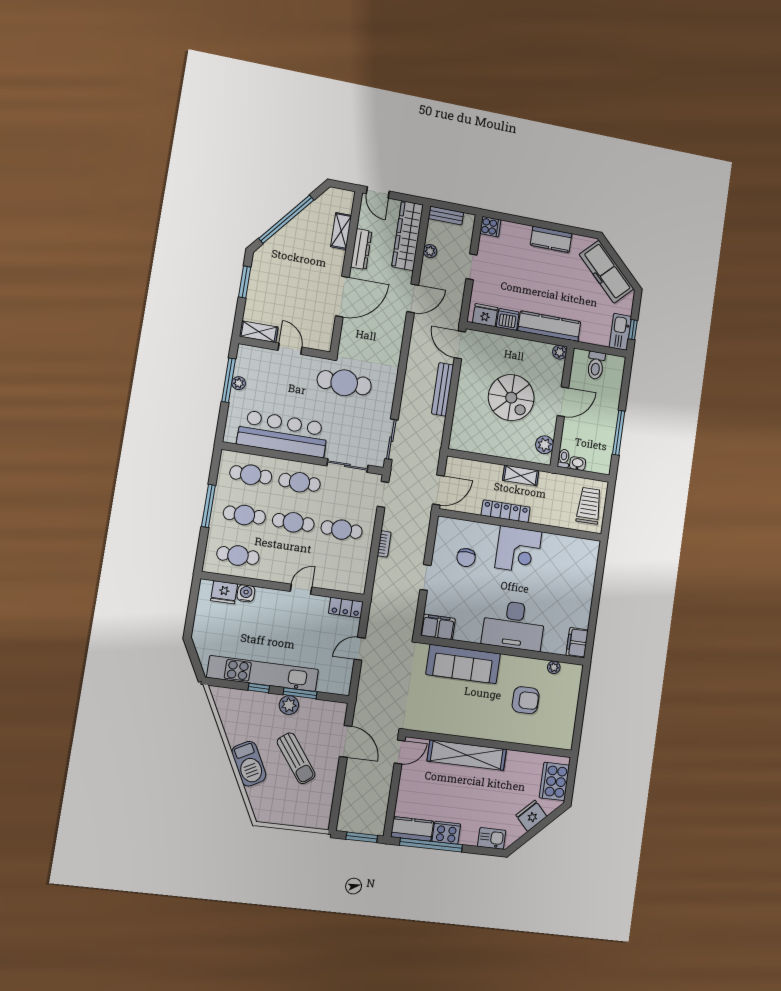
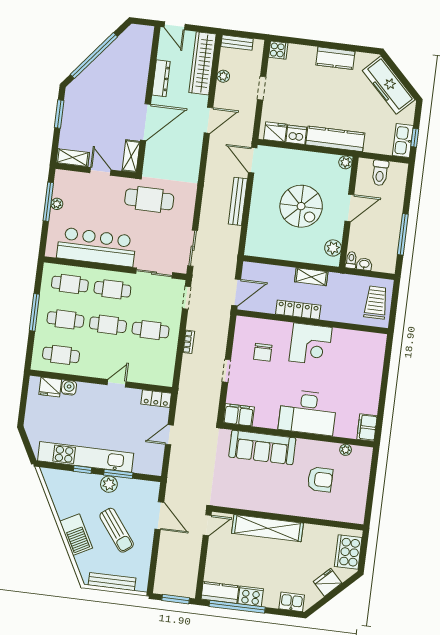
shelving: (341, 231) -> (131, 156), moved
bench: (289, 818) -> (112, 582), added

